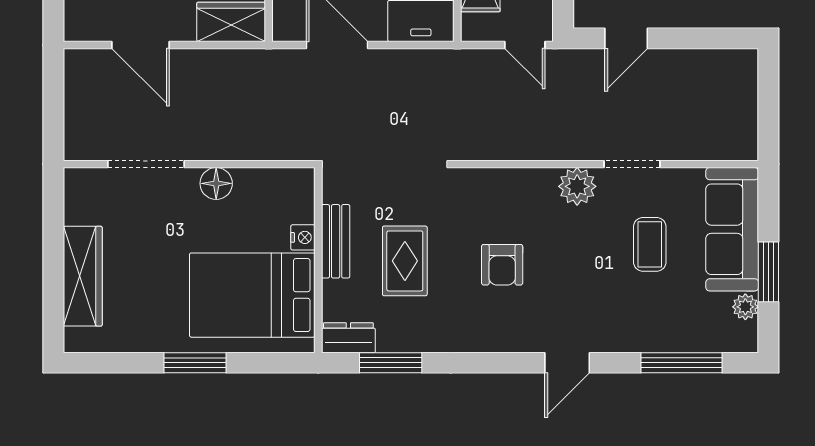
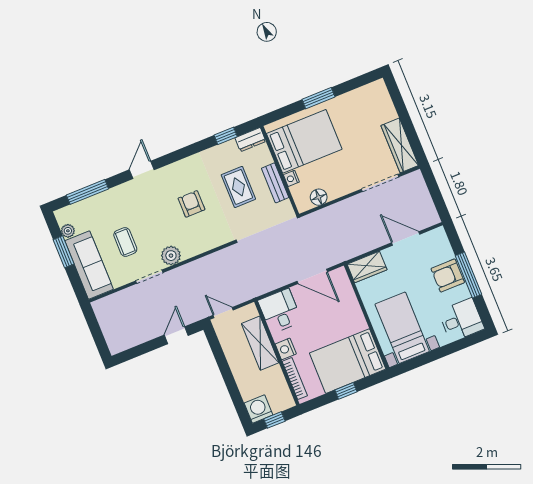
floor lamp: (216, 183) -> (319, 197), moved
wardrobe: (83, 276) -> (400, 145), moved
window: (391, 363) -> (226, 136), width x0.67

